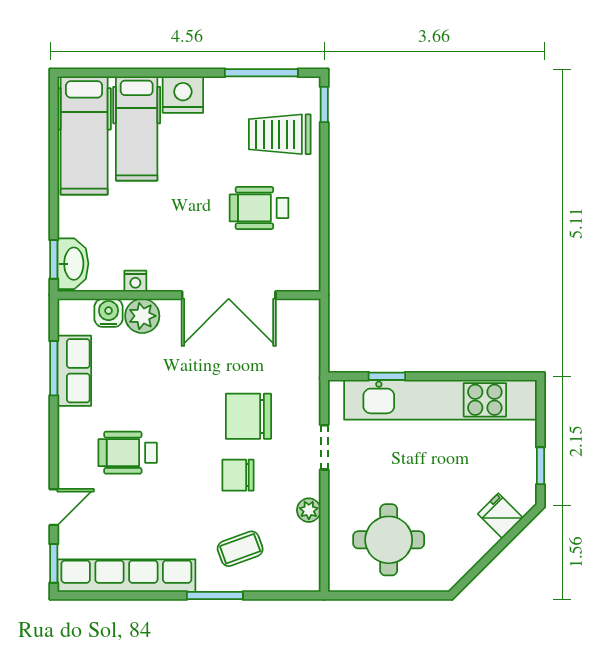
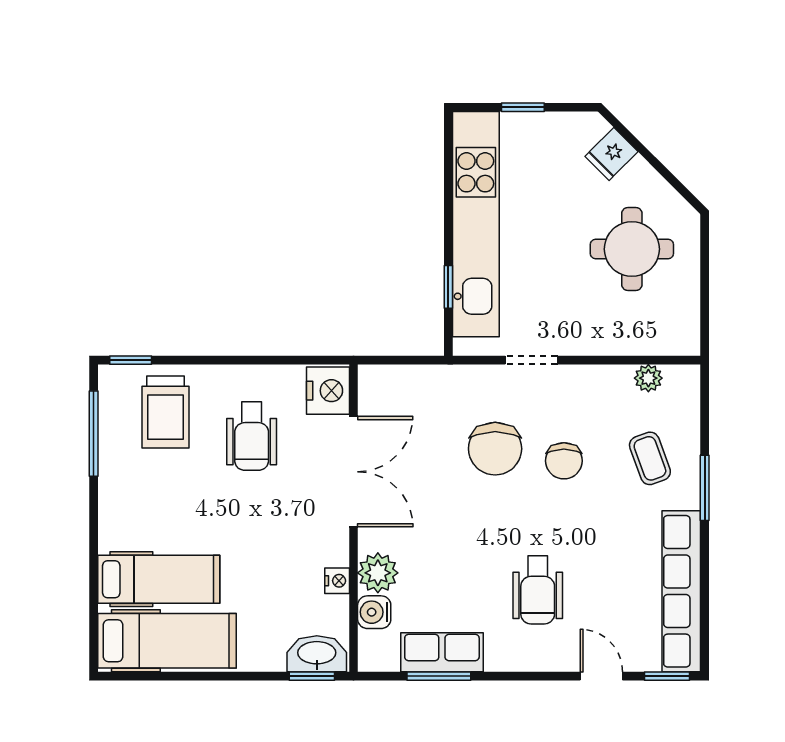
nightstand: (183, 95) -> (328, 391), moved, turned 180
window: (541, 466) -> (523, 107), moved
plant: (309, 510) -> (648, 378), moved
round table: (389, 540) -> (632, 249), moved

